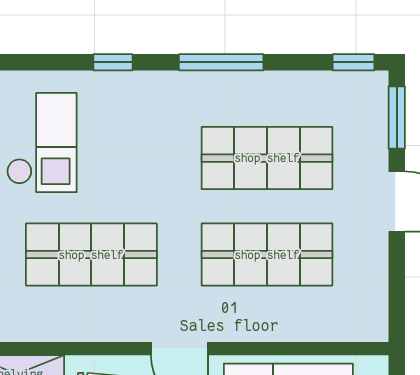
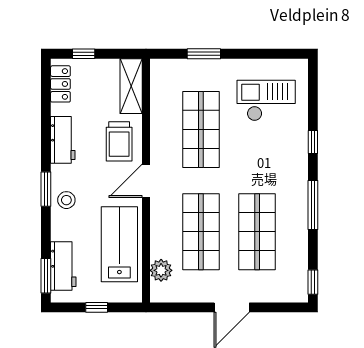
window: (397, 117) -> (281, 307), removed
checkout: (42, 143) -> (266, 100), turned 180
plant: (333, 323) -> (161, 270), added

